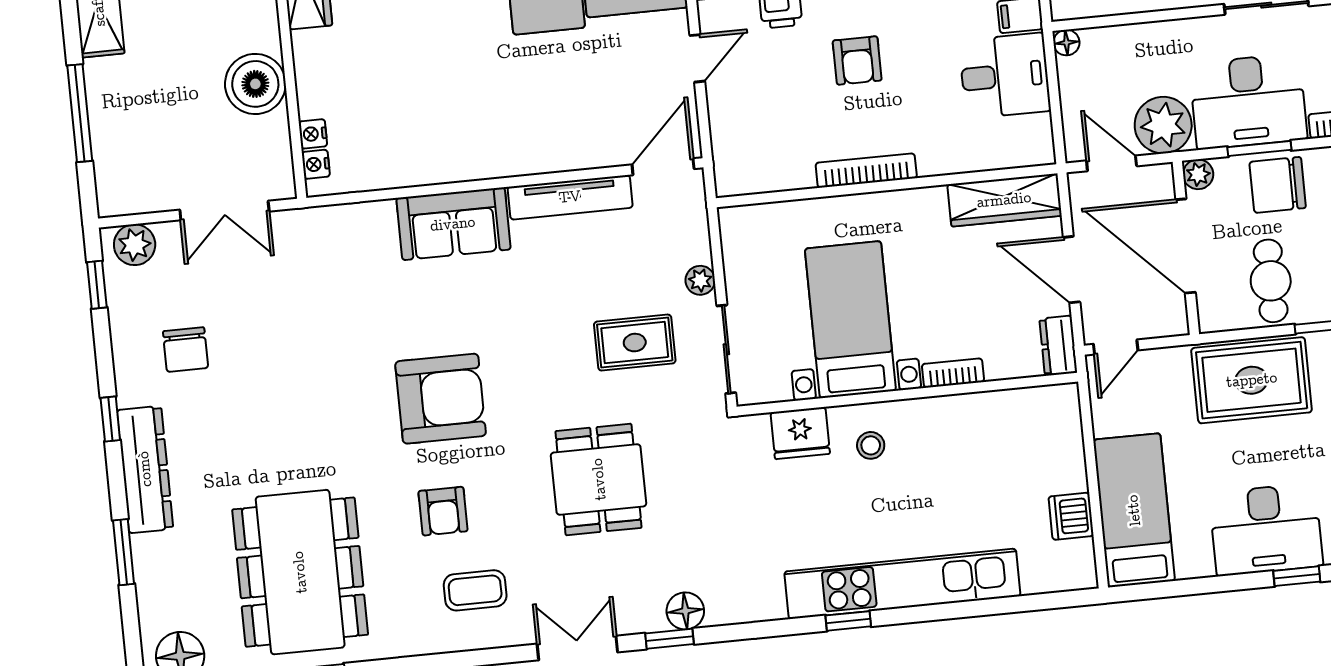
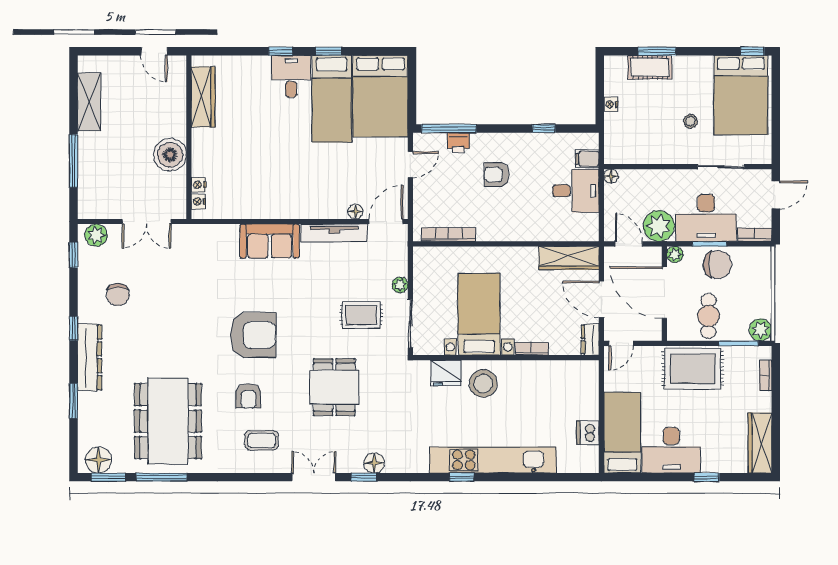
armchair: (857, 60) -> (497, 175), turned 90
floor lamp: (605, 154) -> (356, 212), added
bookcase: (866, 171) -> (449, 235), moved
chair: (1278, 185) -> (717, 265), turned 180
stool: (871, 445) -> (483, 383), width x1.89, depth x1.89
desk: (1266, 529) -> (671, 450), moved

